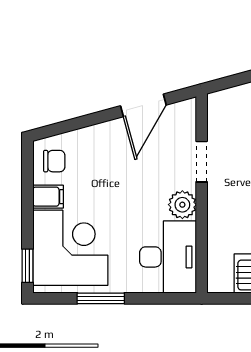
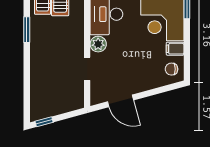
door: (143, 105) -> (121, 101), swing flipped

